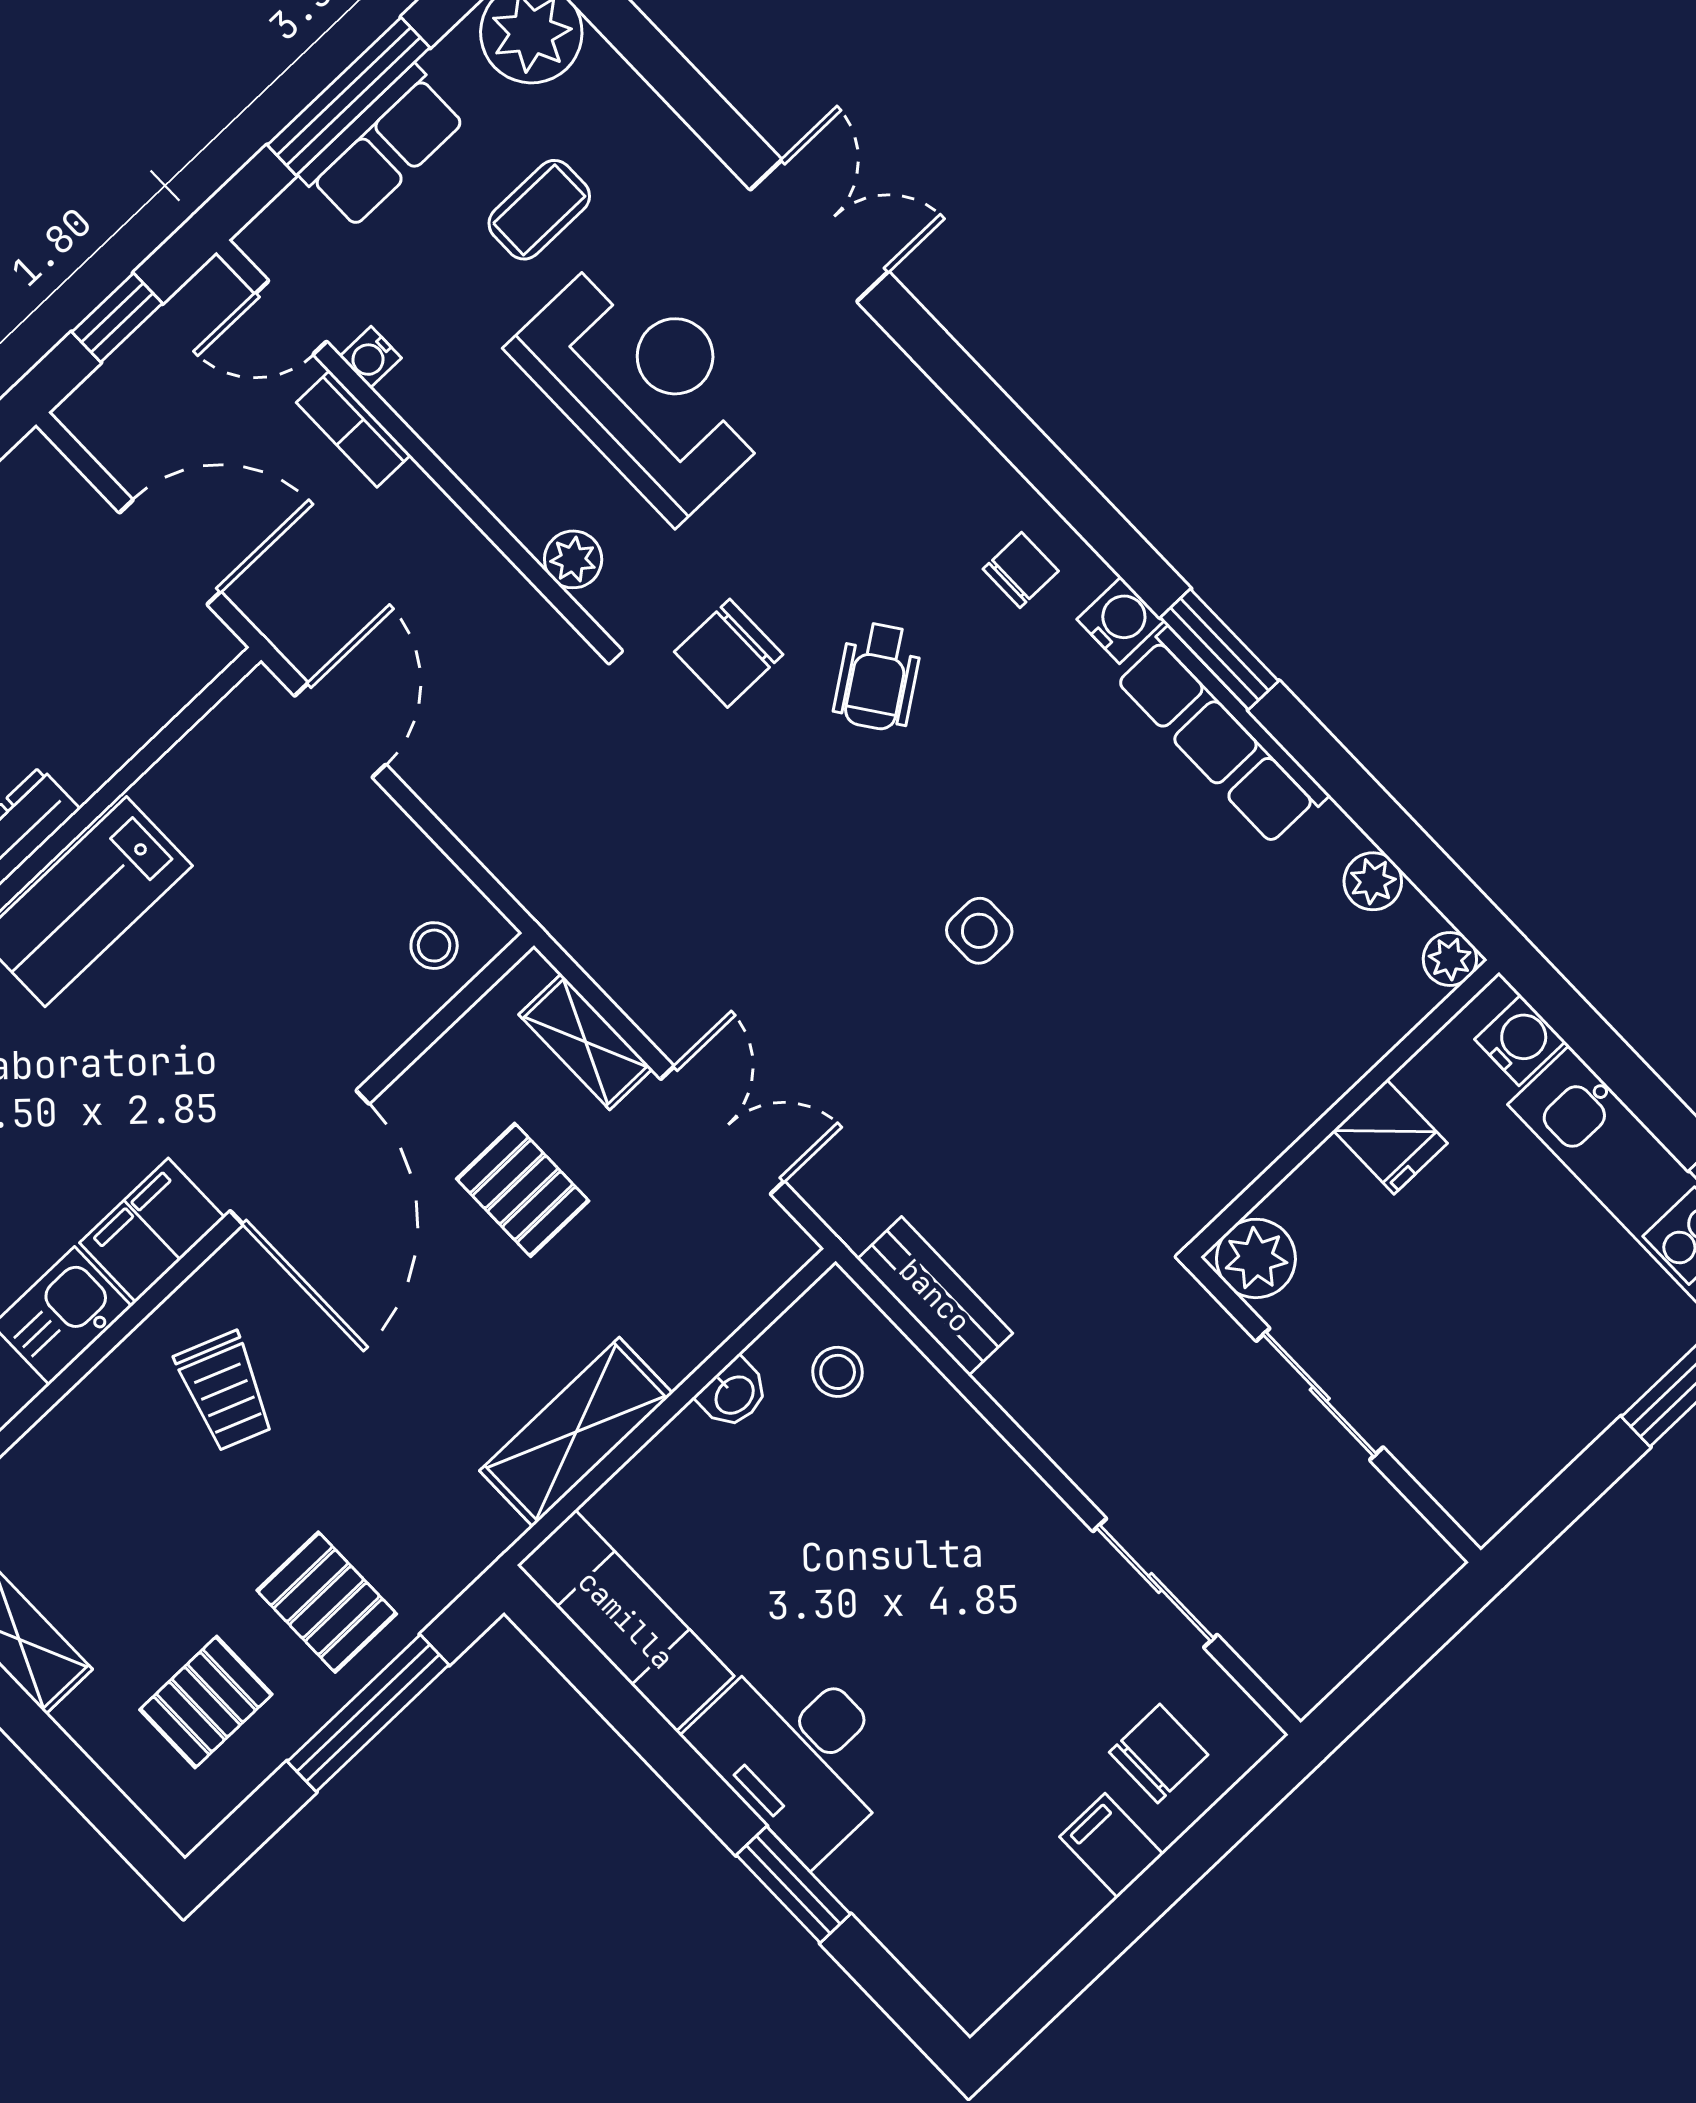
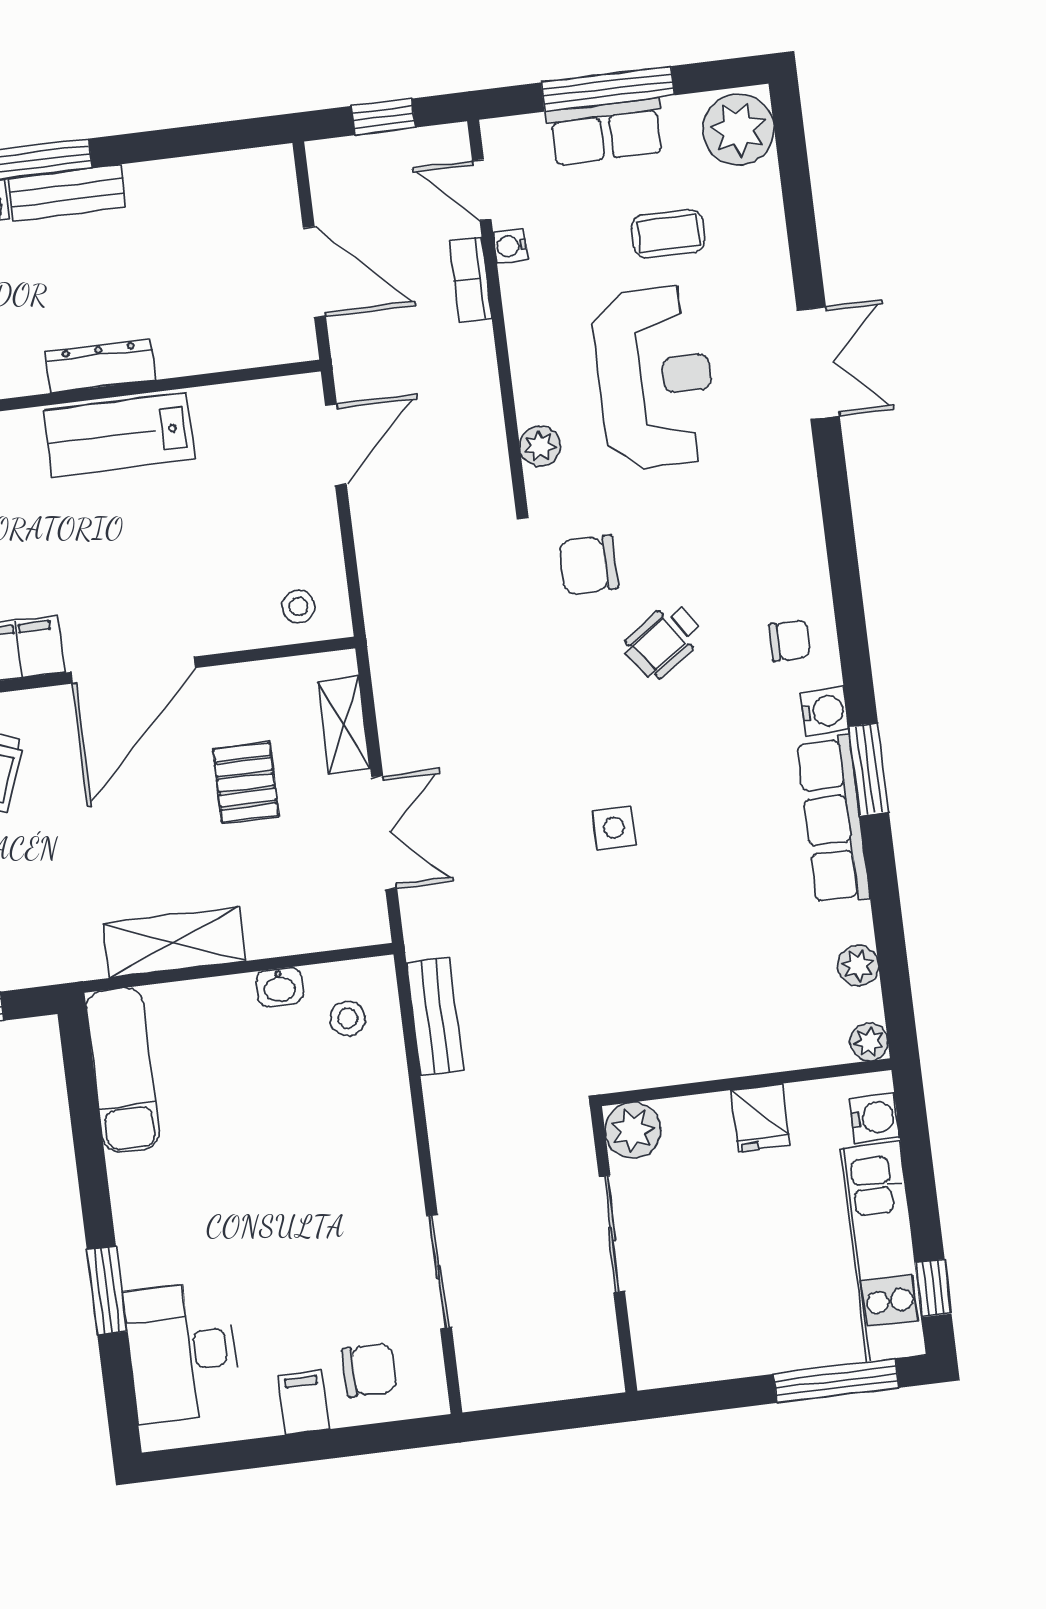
desk: (799, 1752) -> (182, 1352), moved

